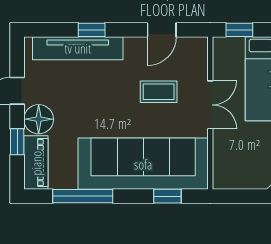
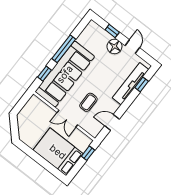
window: (92, 30) -> (142, 84), moved
door: (162, 30) -> (112, 122), hinge flipped
piano: (36, 163) -> (98, 32), removed
window: (83, 196) -> (64, 49), moved

